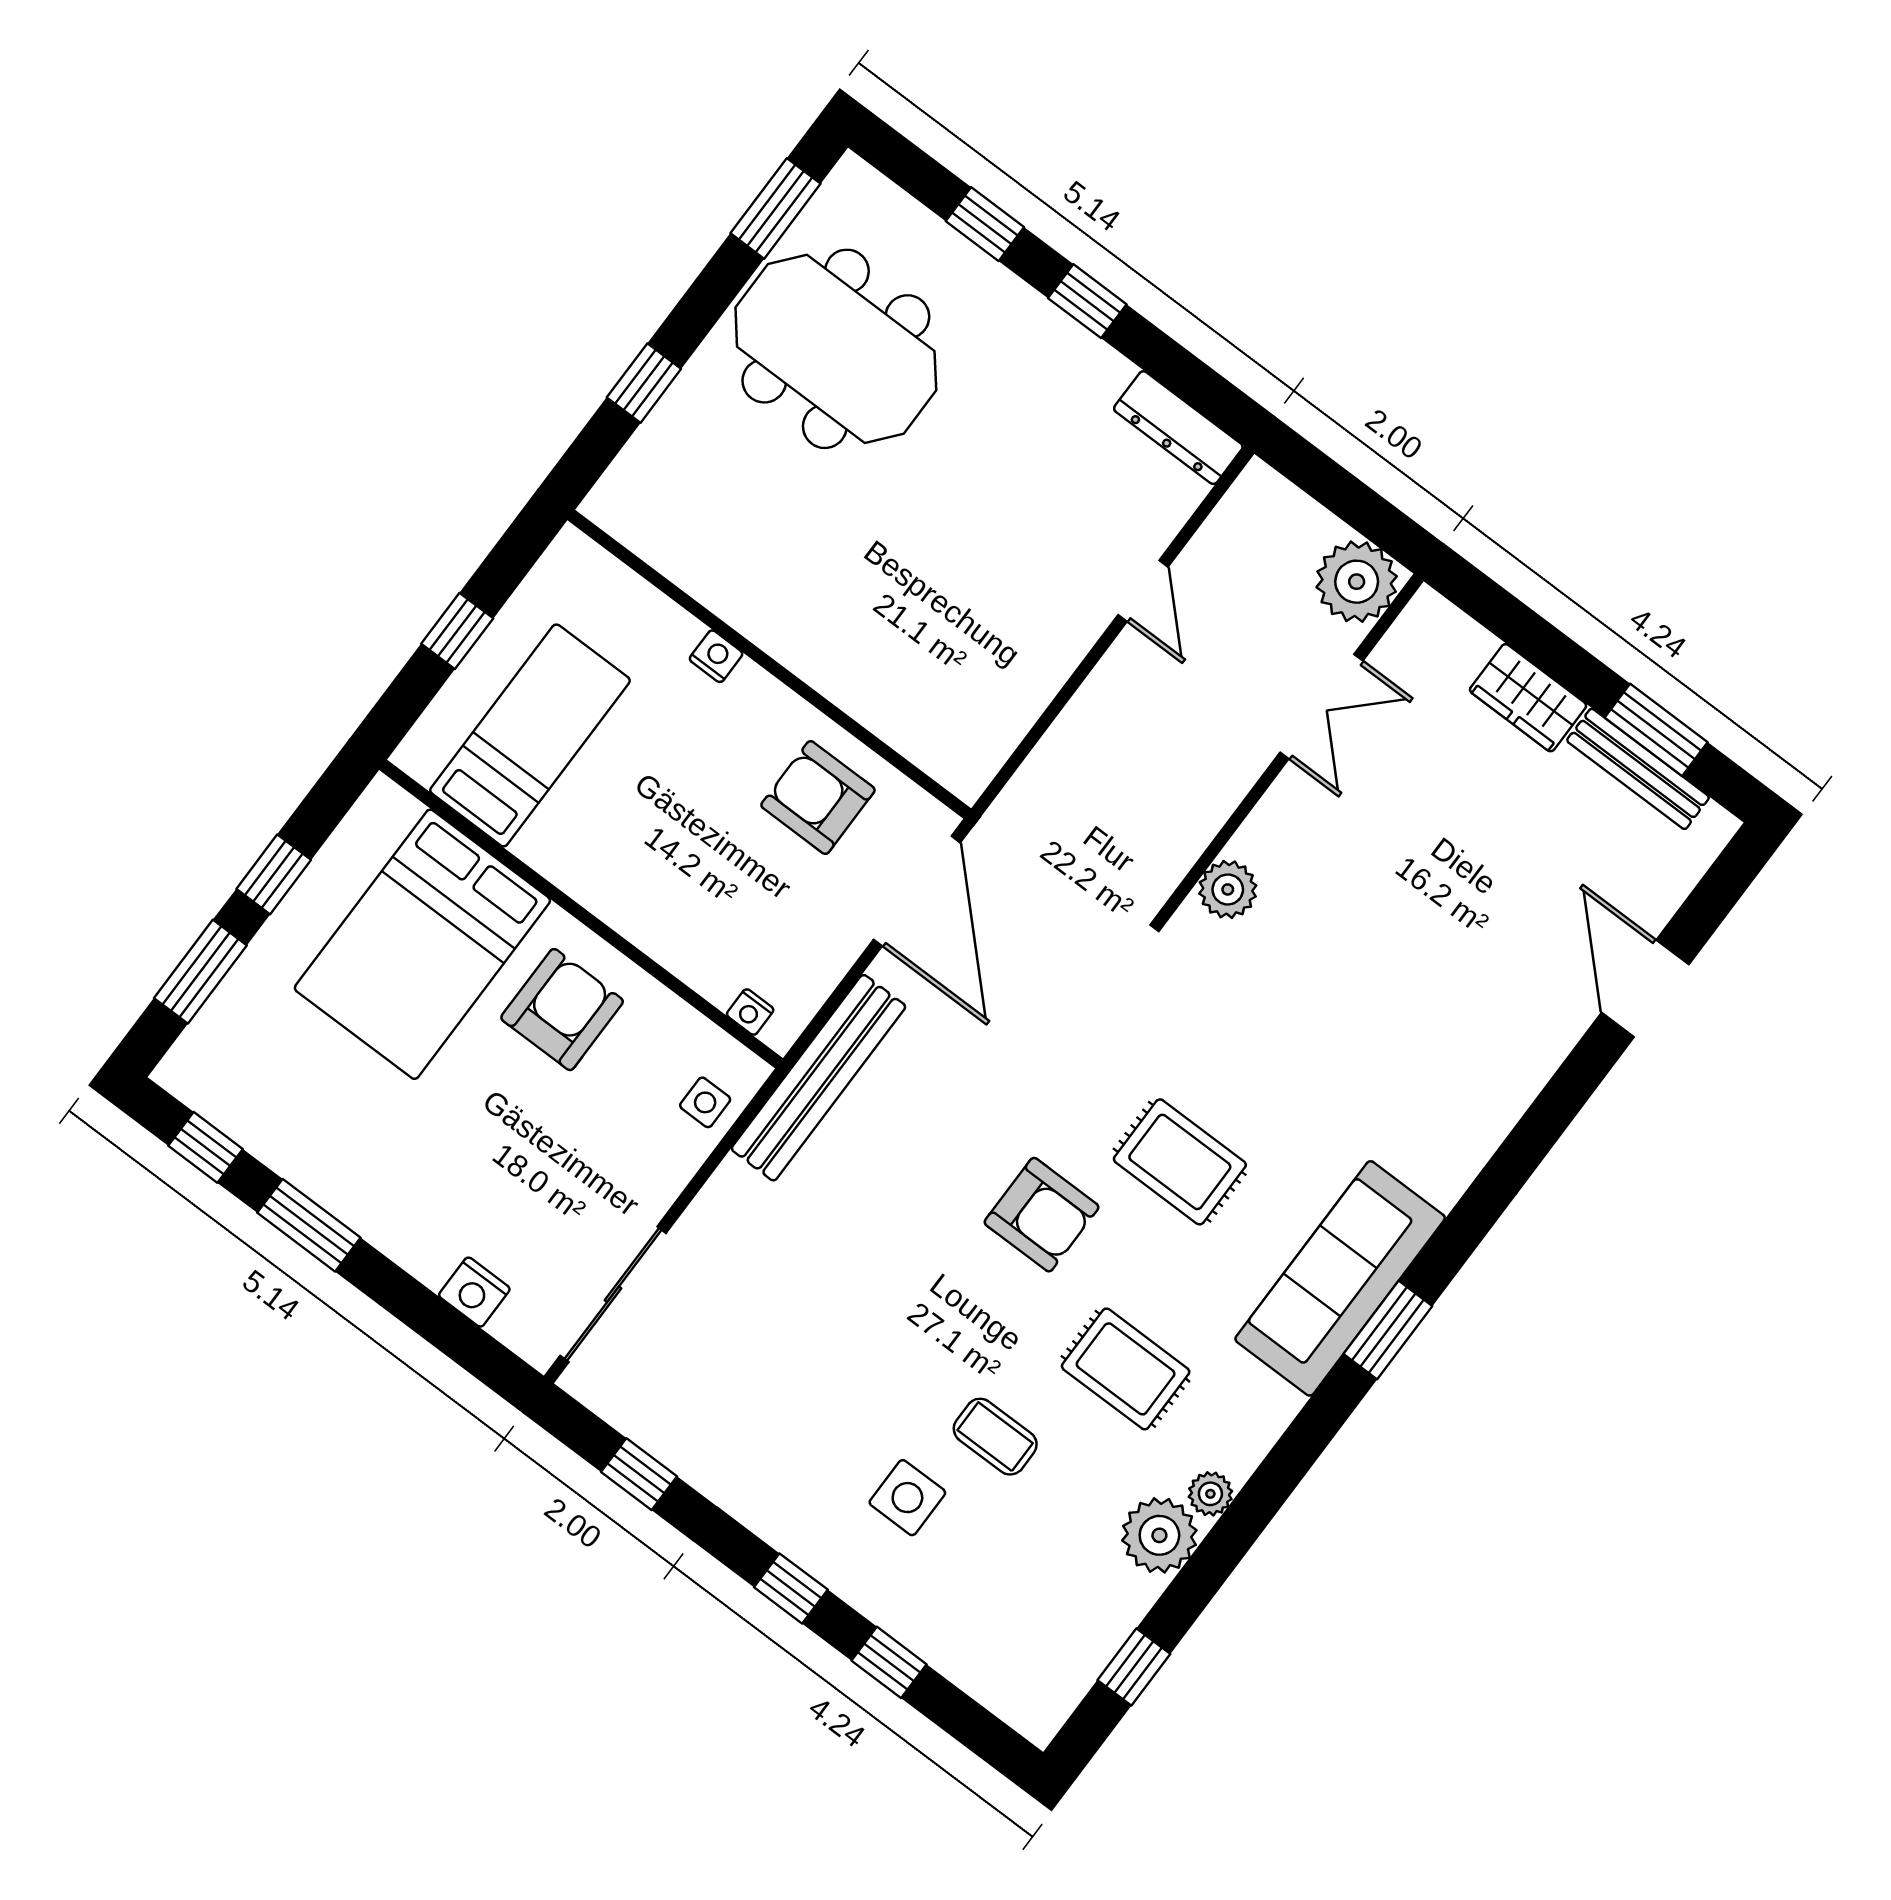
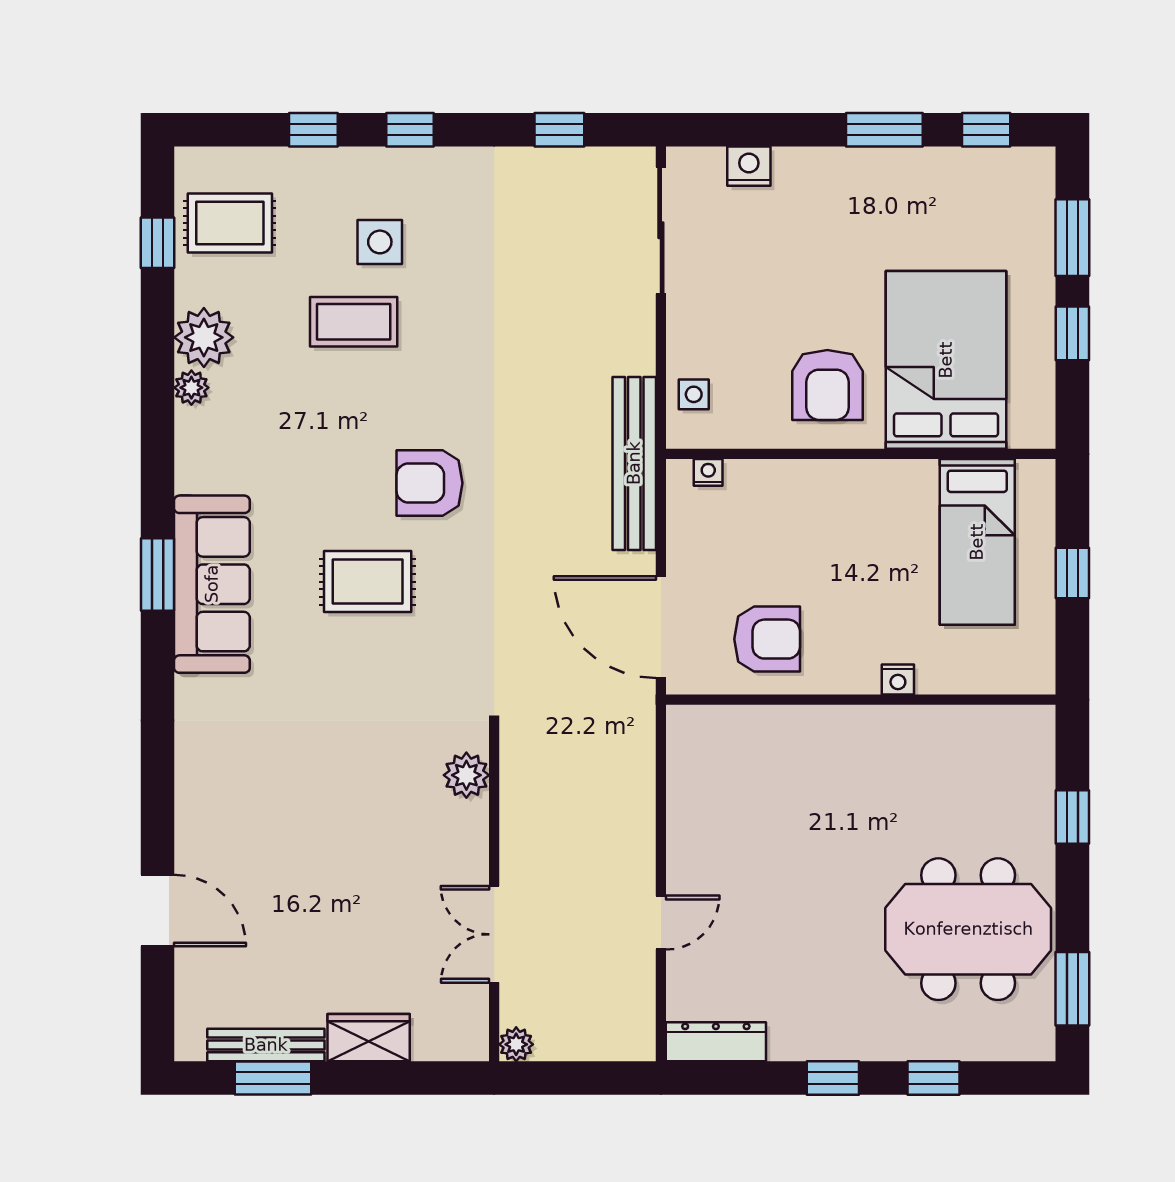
plant: (1357, 582) -> (516, 1044), width x0.53, depth x0.53
door: (1143, 591) -> (661, 923), swing flipped
rug: (1126, 1369) -> (230, 223), moved
coffee table: (995, 1437) -> (354, 322), width x1.36, depth x1.30

